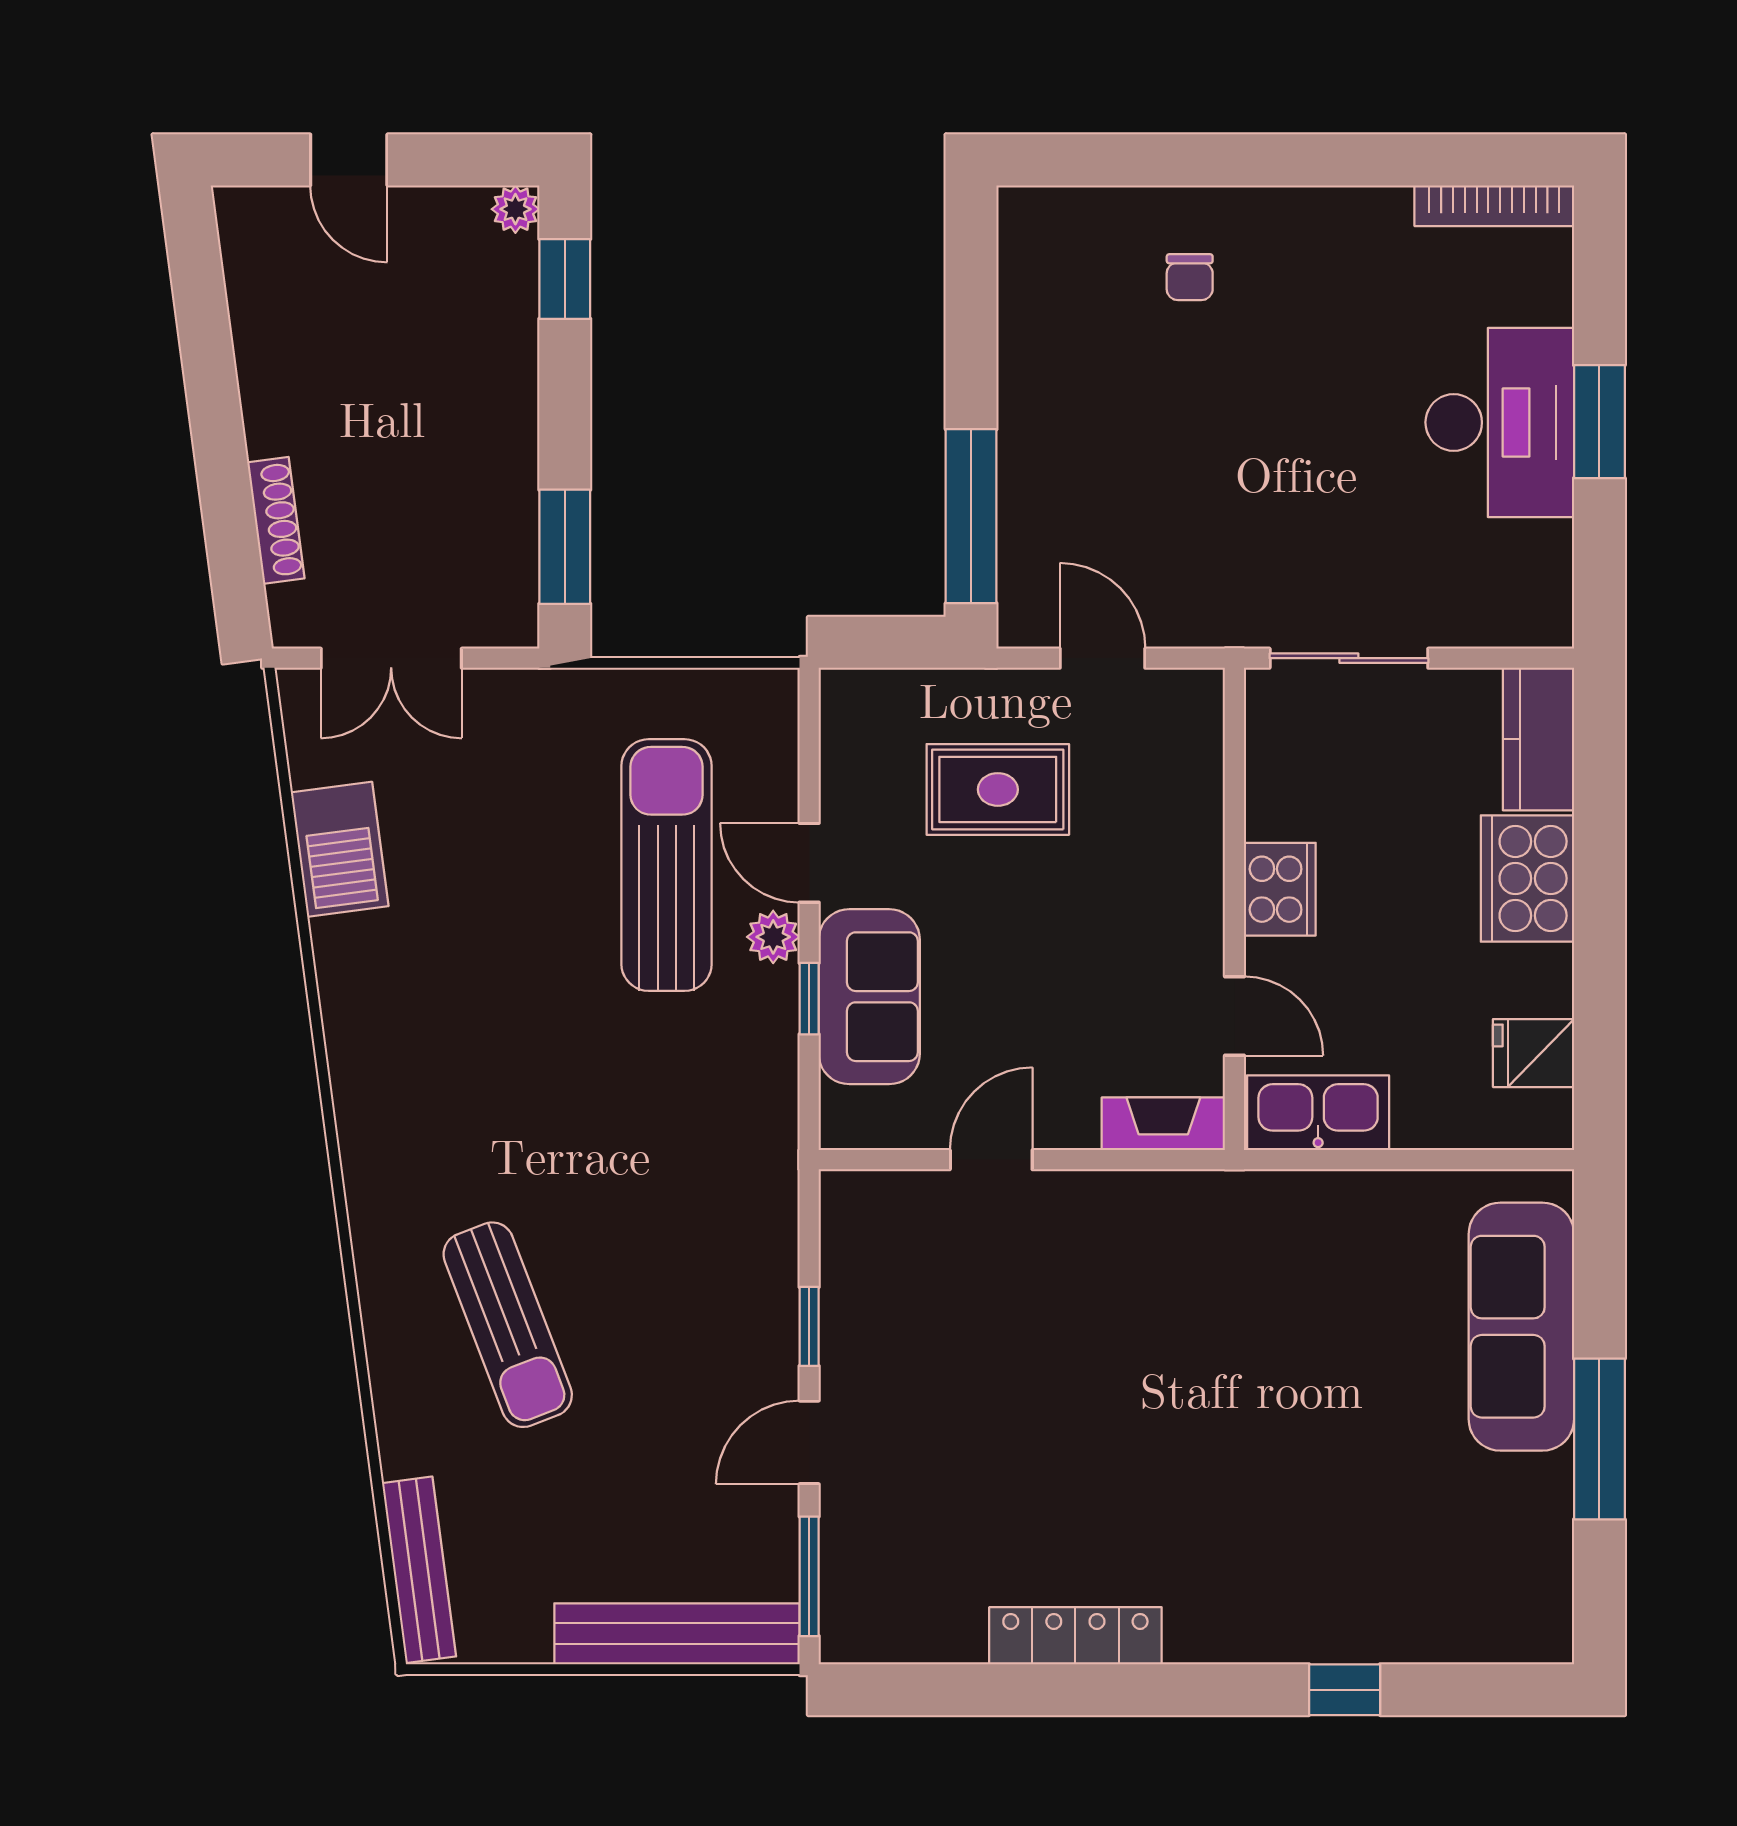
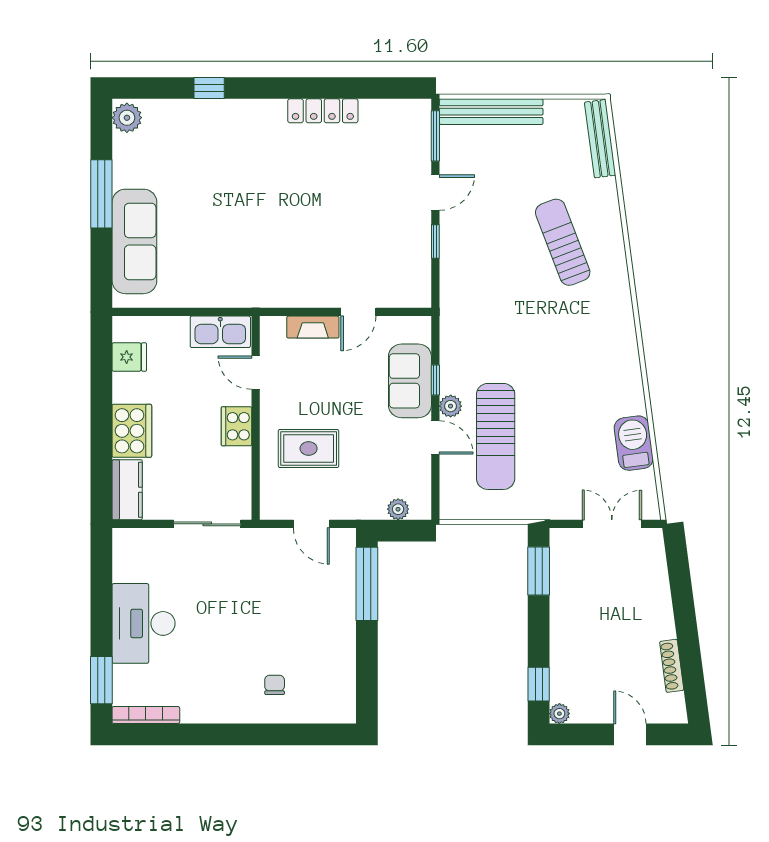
window: (1599, 422) -> (101, 680), moved
shoe rack: (276, 520) -> (672, 666), moved
plant: (897, 693) -> (398, 509), added
rug: (998, 789) -> (309, 449), moved
fireplace: (1163, 1124) -> (313, 327), moved
plant: (1539, 1619) -> (127, 118), added

